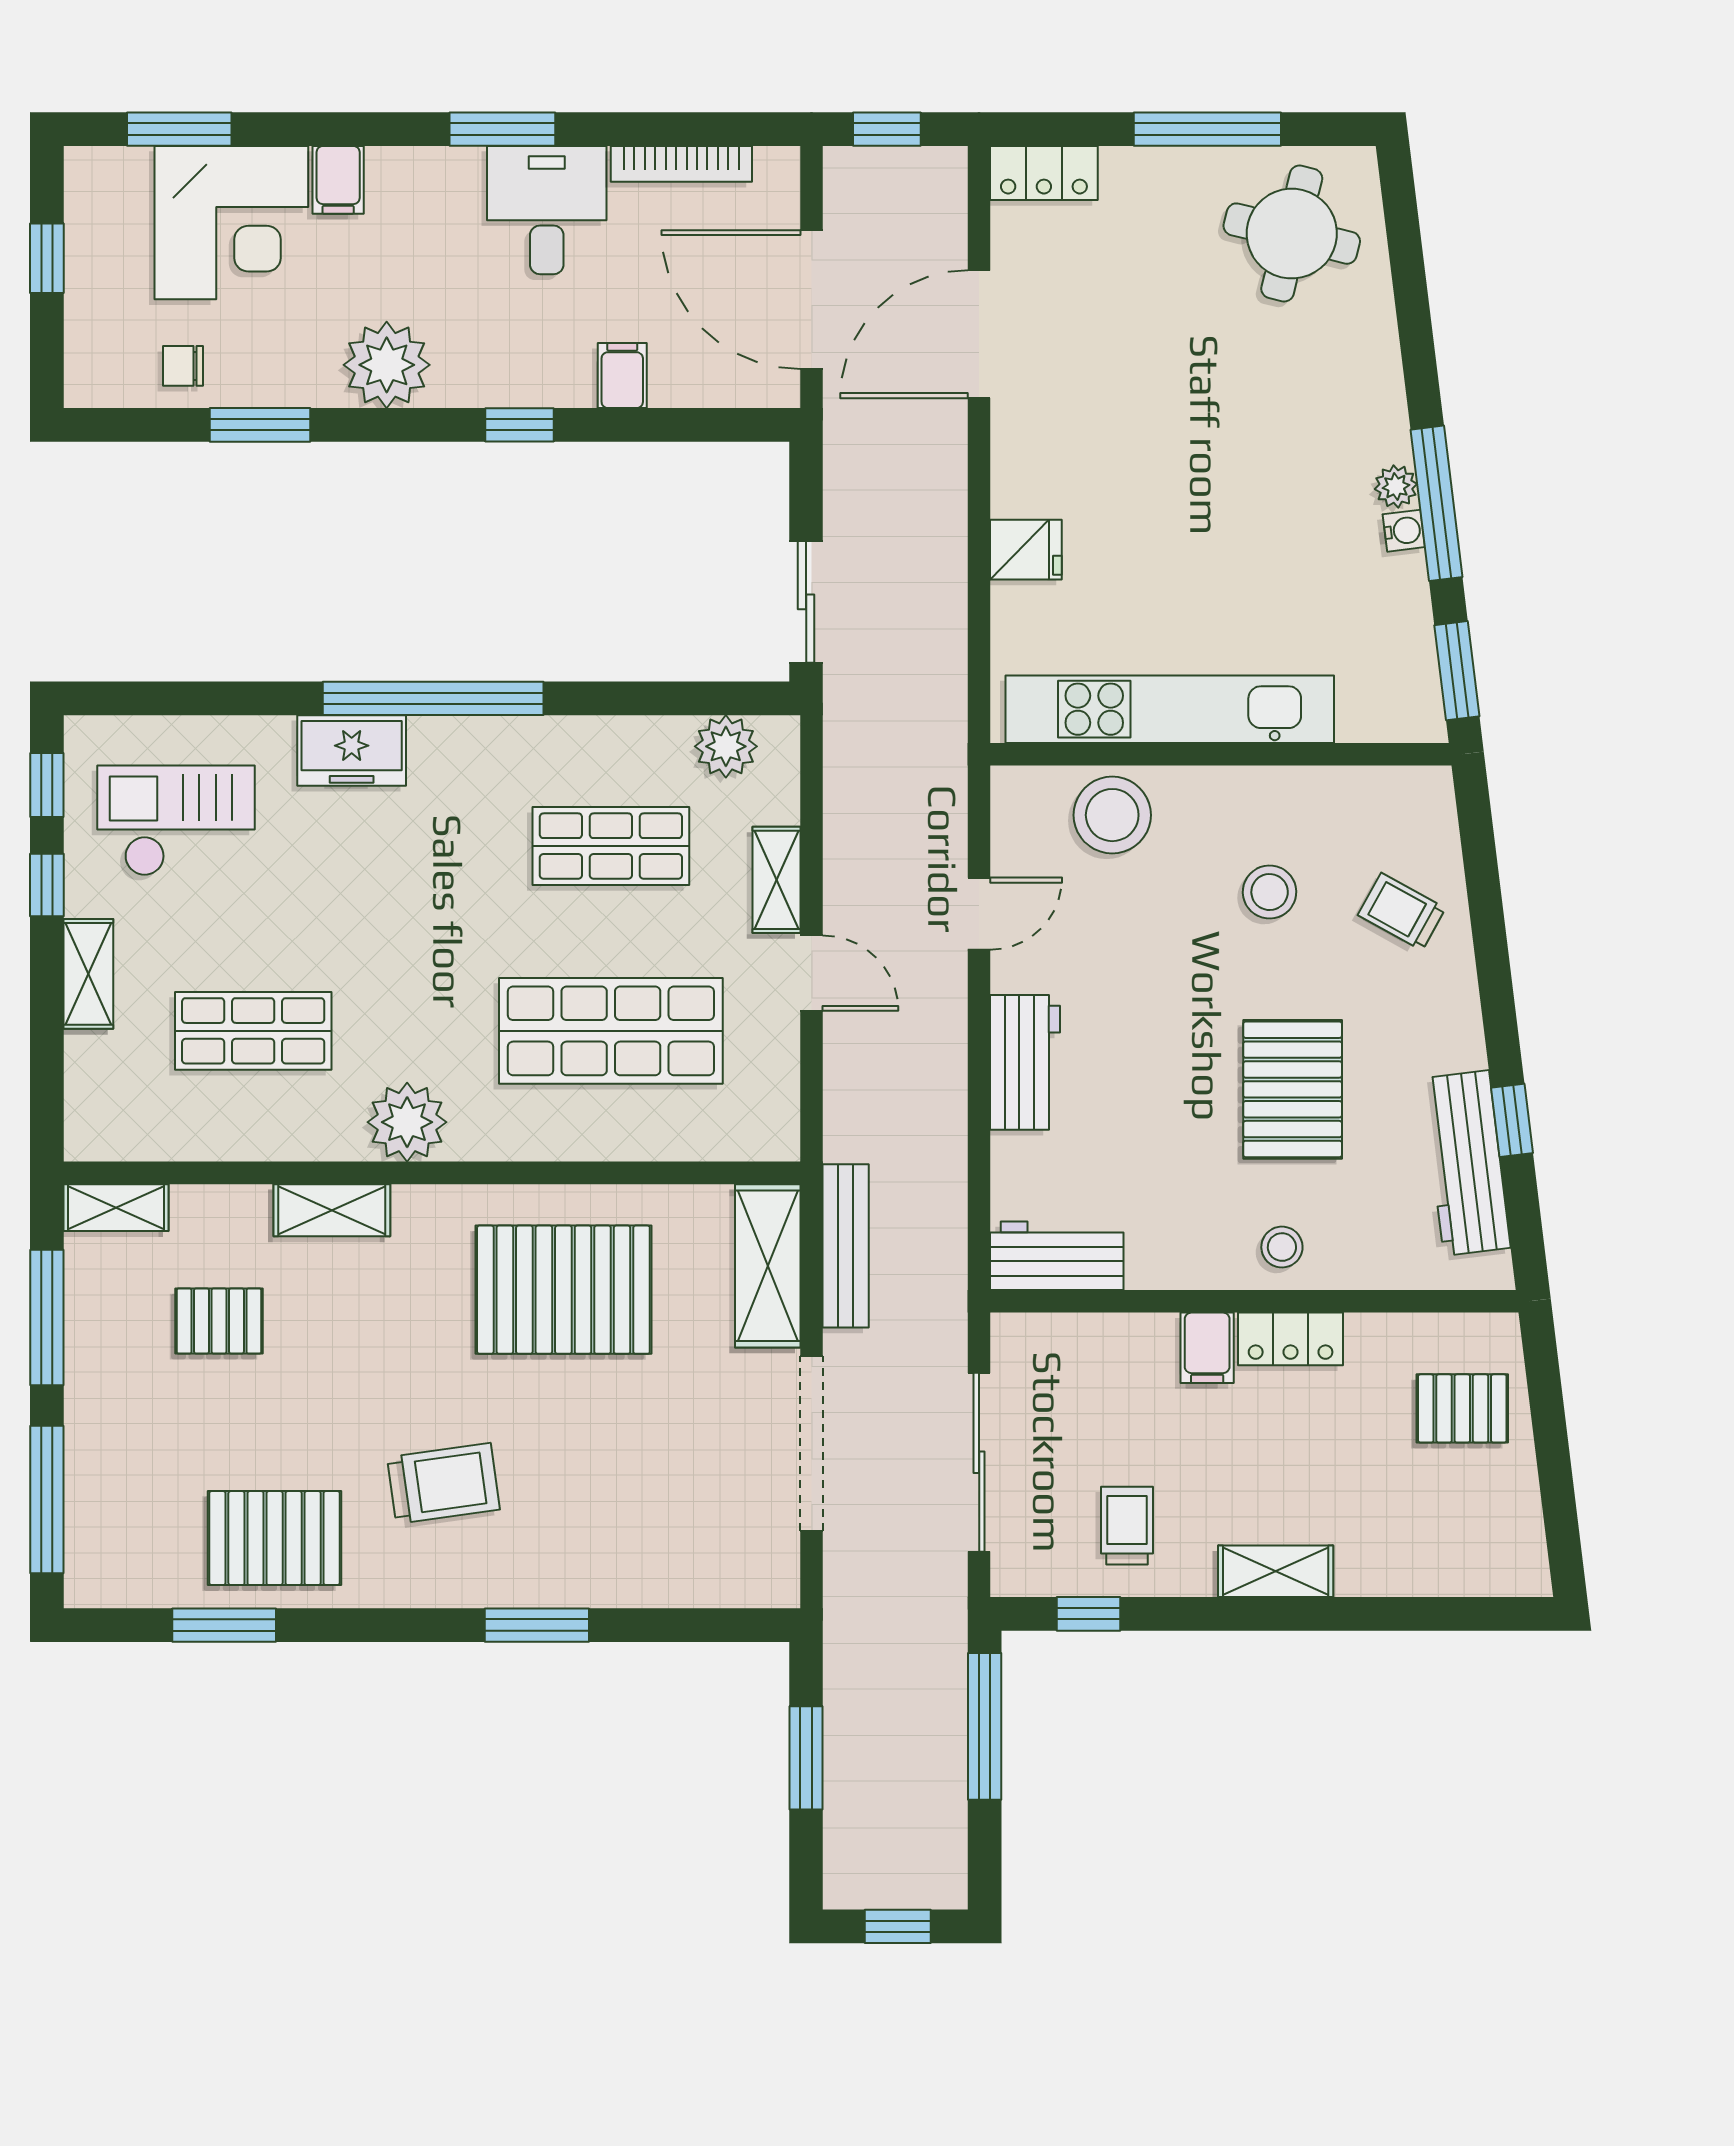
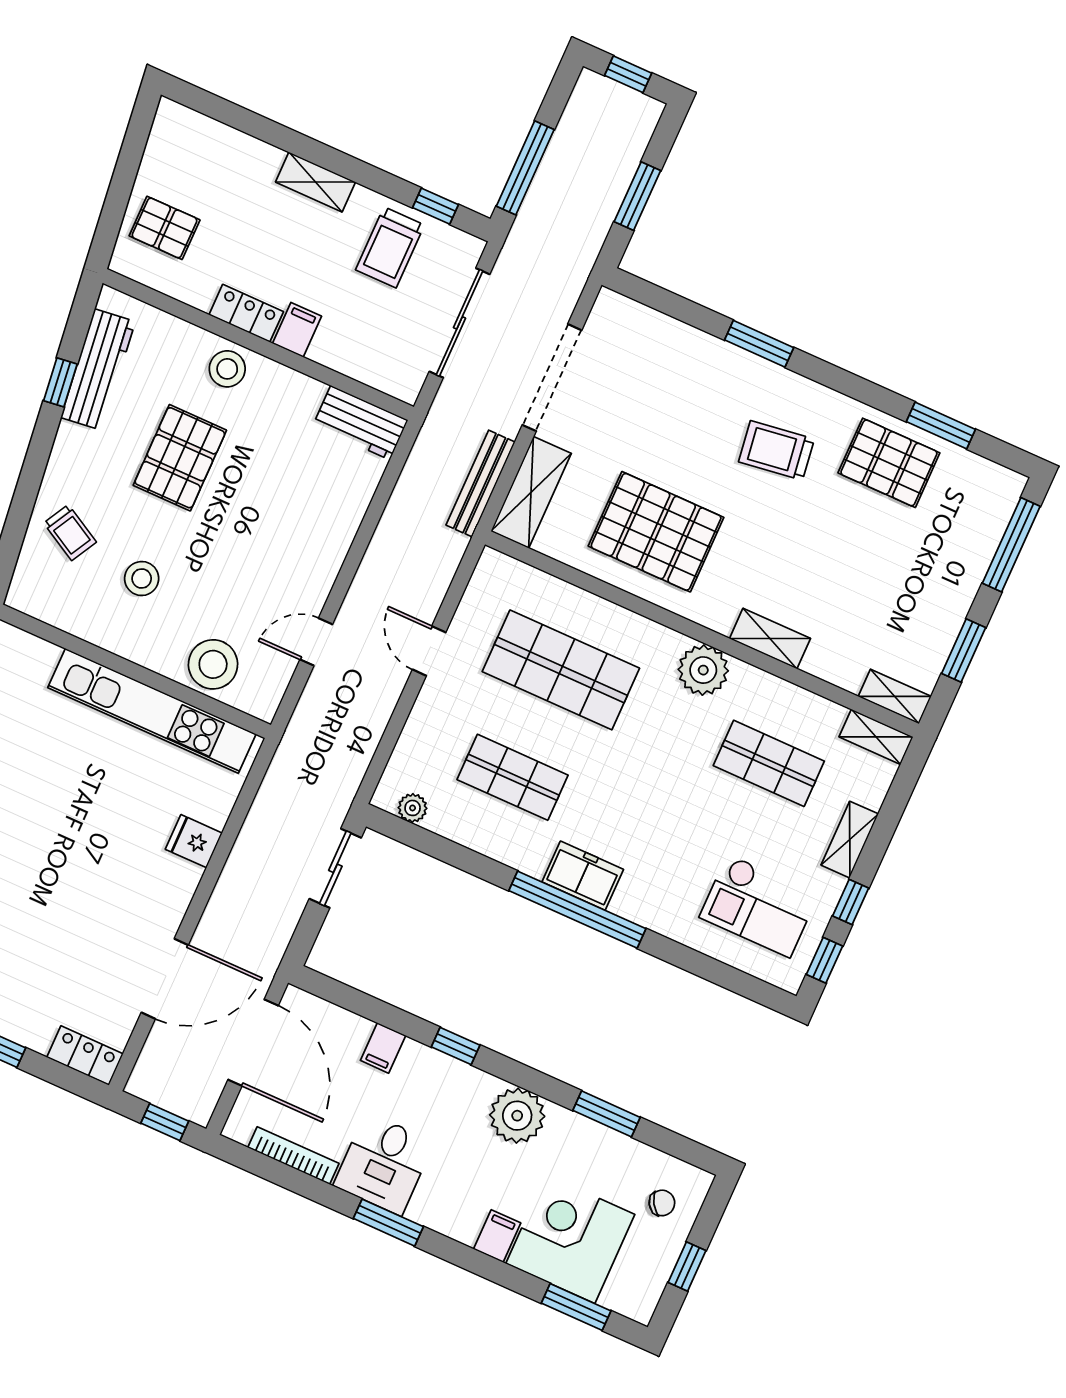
chair: (183, 366) -> (662, 1203), moved, turned -32
plant: (726, 746) -> (413, 808), width x0.73, depth x0.73
freezer: (352, 750) -> (583, 876), moved
shelving: (776, 880) -> (876, 737), moved, turned 90
workbench: (1025, 1062) -> (328, 543), removed
stool: (1282, 1247) -> (227, 369), width x1.37, depth x1.37
window: (47, 1318) -> (964, 651), width x0.69
pallet: (219, 1321) -> (865, 604), removed
trolley: (1127, 1526) -> (390, 247), width x1.36, depth x1.39

